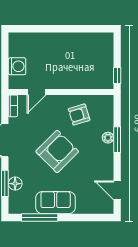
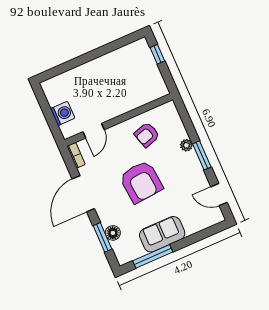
window: (117, 75) -> (157, 54), moved
window: (117, 140) -> (202, 155), moved
armchair: (57, 151) -> (141, 182), turned 130

